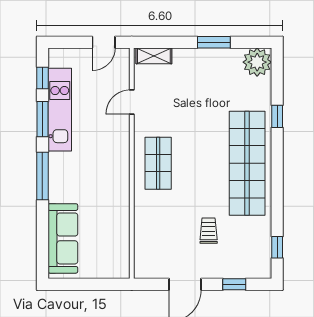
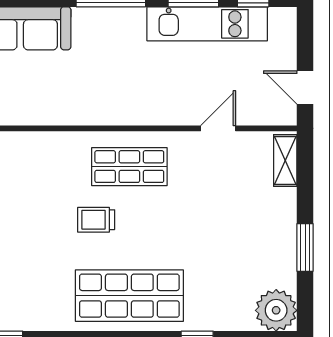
door: (132, 102) -> (218, 128), hinge flipped
shop shelf: (247, 163) -> (129, 296), width x0.71
trolley: (209, 231) -> (96, 220), moved, turned 180

